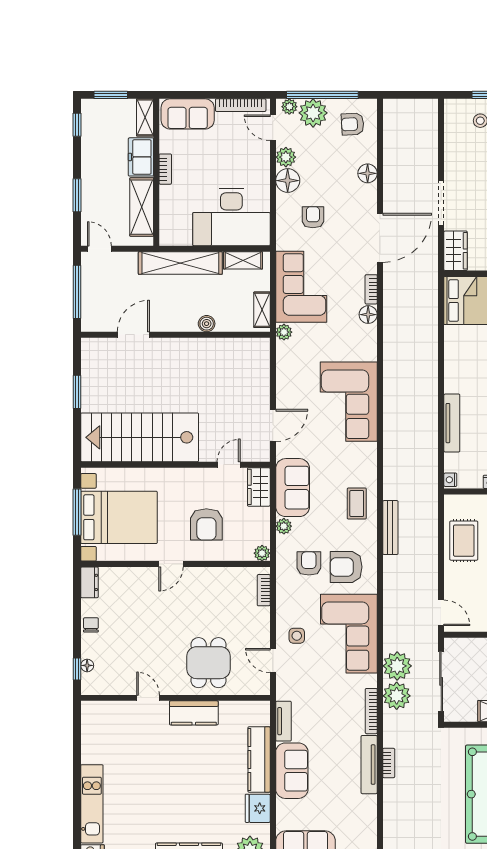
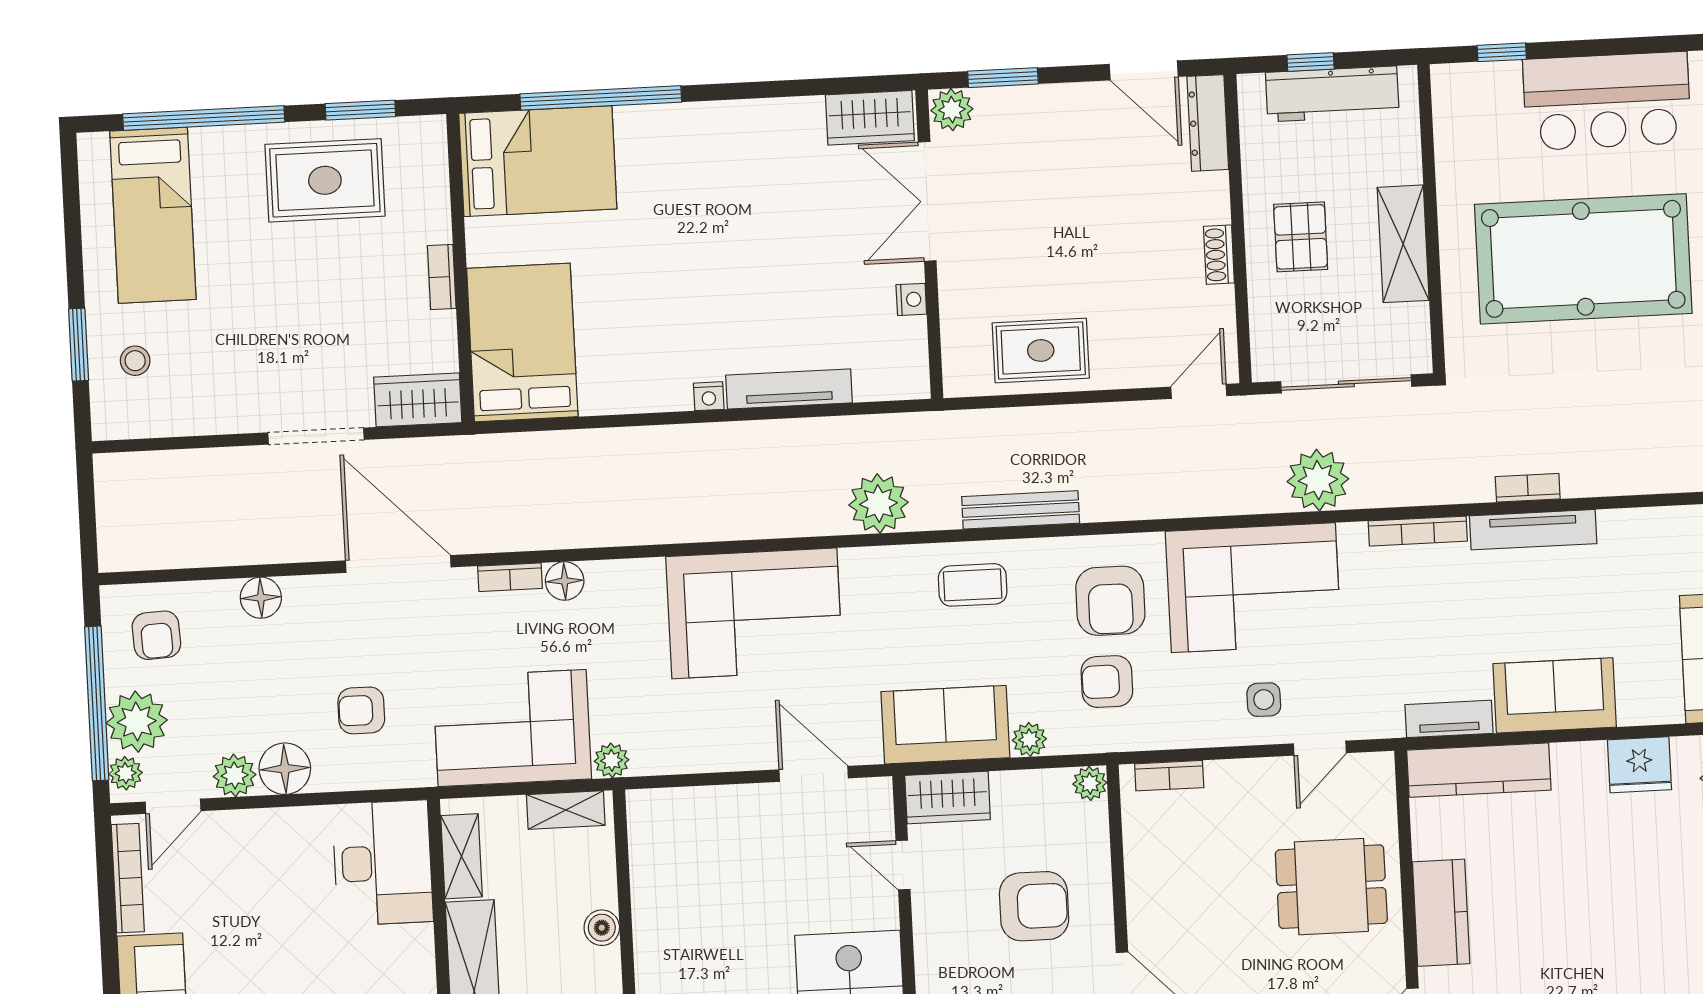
desk: (231, 217) -> (383, 863), width x0.73, depth x0.77
nightstand: (450, 480) -> (709, 396), moved
plant: (397, 696) -> (879, 504), moved
kitchen counter: (259, 760) -> (1479, 770), moved

